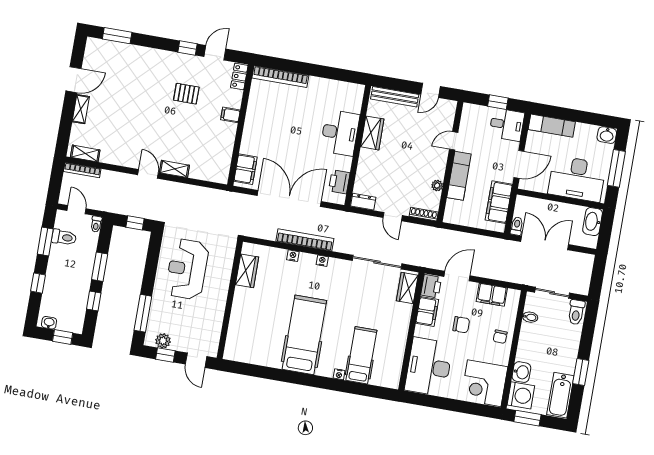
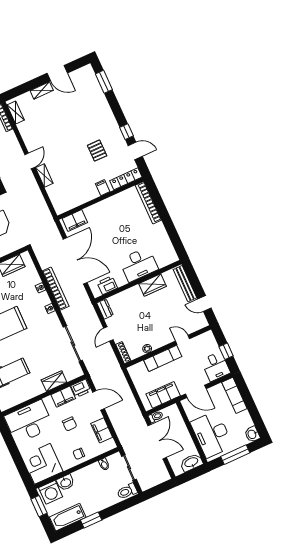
locker: (239, 77) -> (126, 179), width x1.53
wardrobe: (407, 288) -> (54, 381), moved

